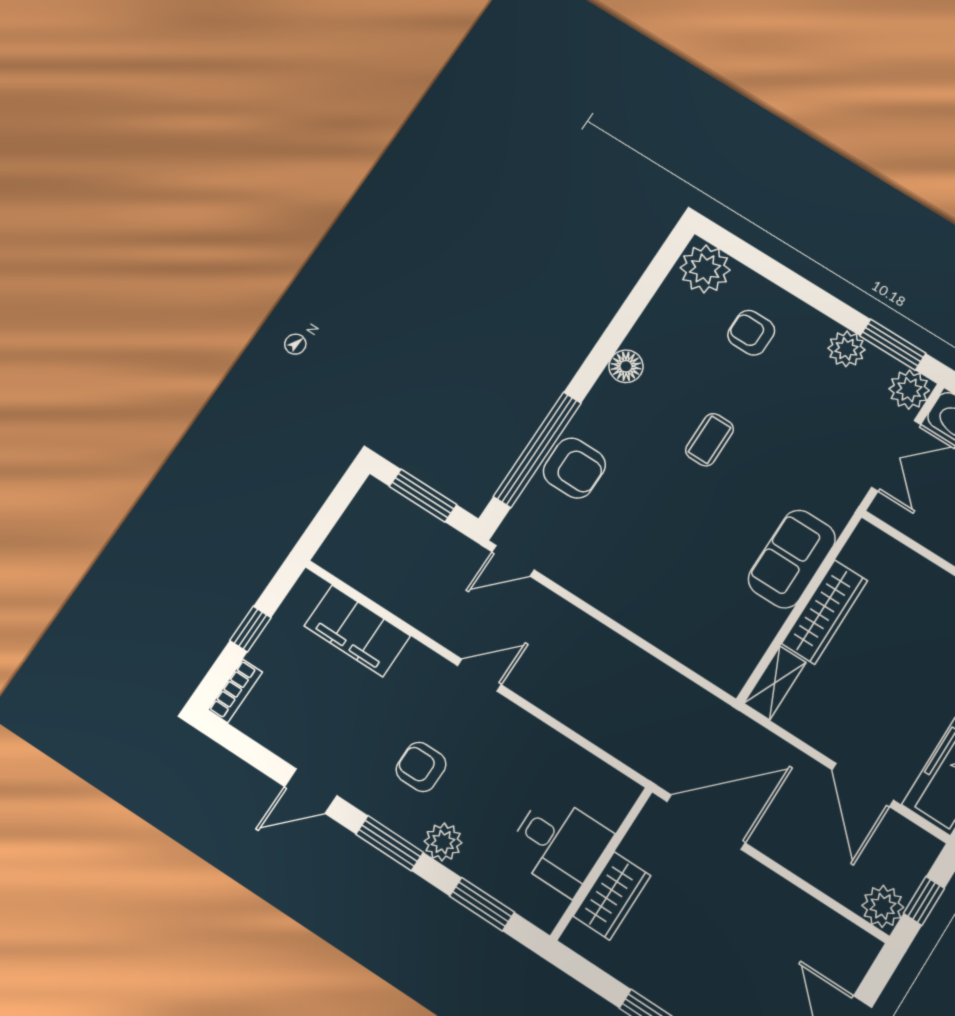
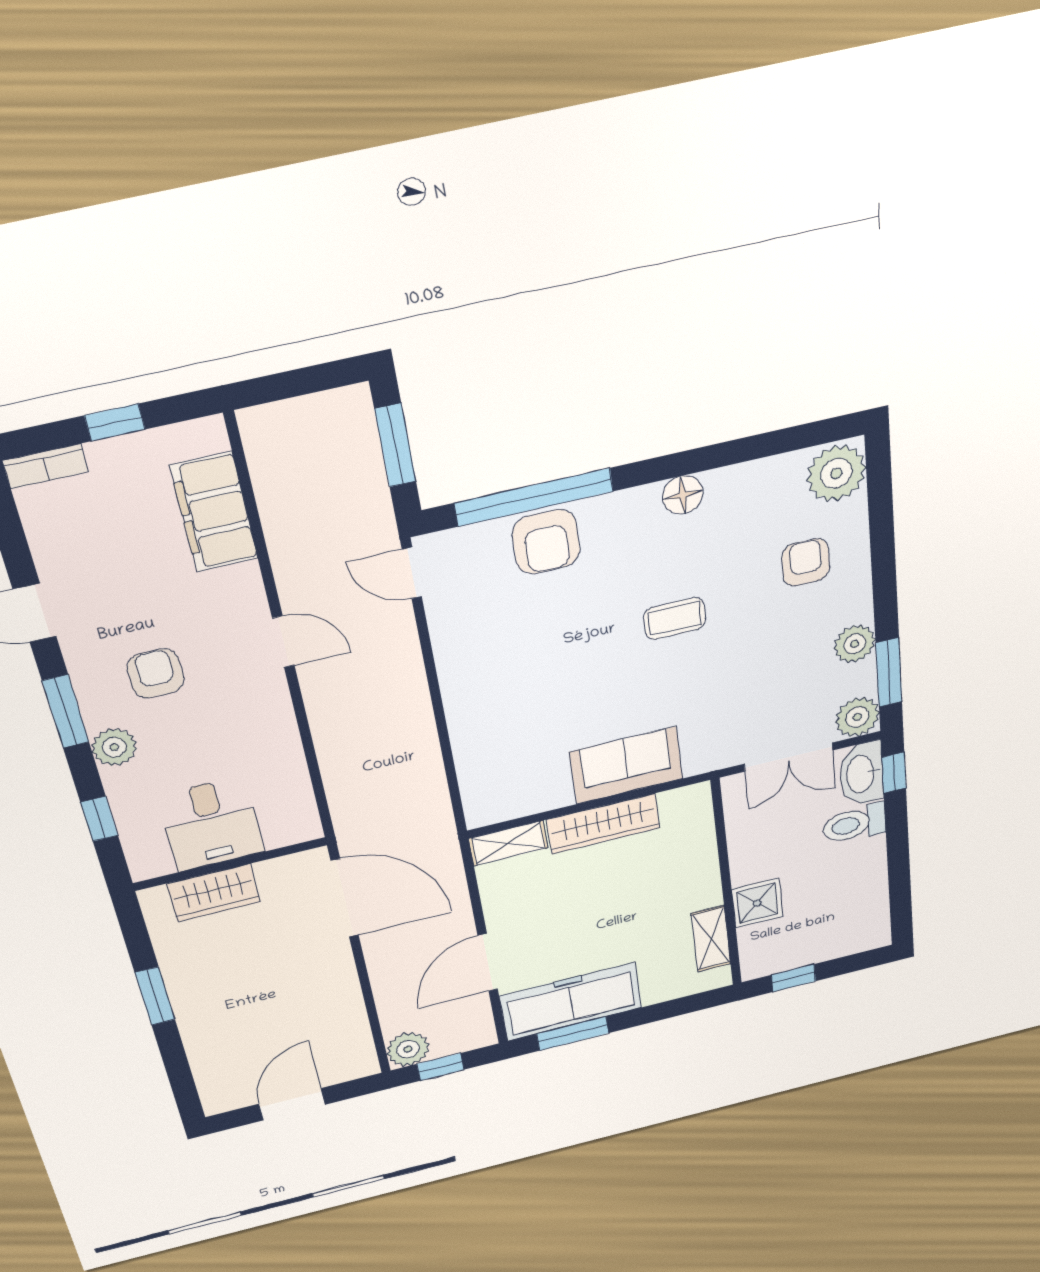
window: (482, 904) -> (99, 819), width x0.67

